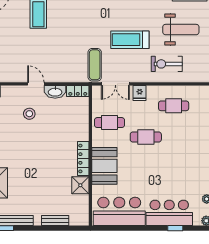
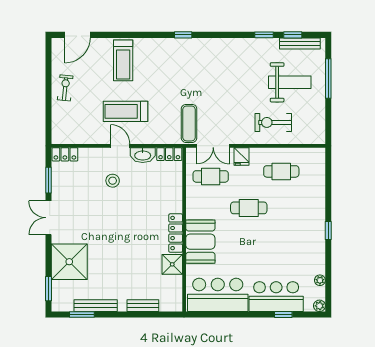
treadmill: (130, 40) -> (125, 111), moved
cafe table: (110, 123) -> (211, 176), moved

